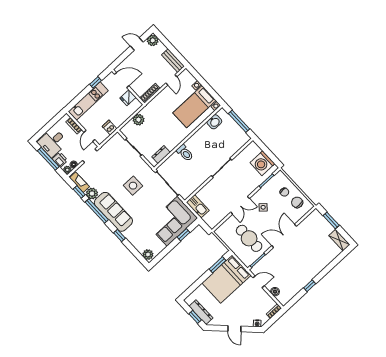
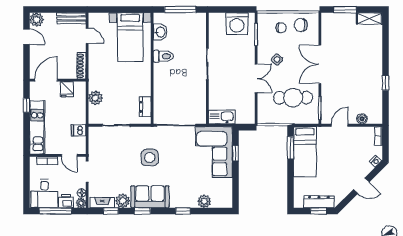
door: (137, 44) -> (27, 37), swing flipped
toilet: (185, 153) -> (164, 56), moved
window: (97, 211) -> (142, 211), width x0.46
sofa: (113, 212) -> (150, 197), width x0.73
plant: (148, 255) -> (204, 201), moved
bed: (226, 279) -> (305, 152), width x0.67

